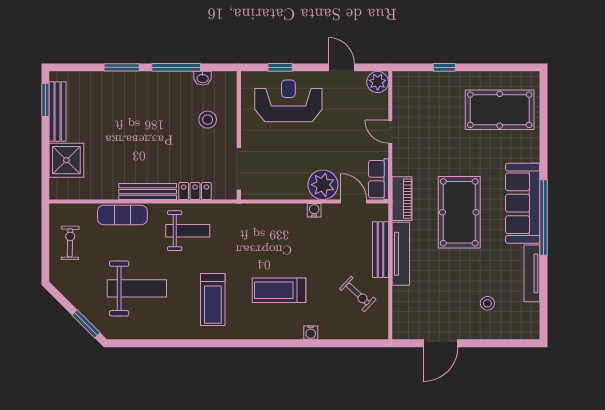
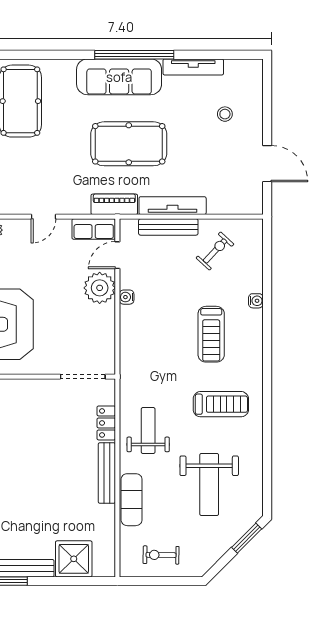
stool: (208, 120) -> (31, 410), removed
weight bench: (137, 288) -> (209, 484), turned 180

